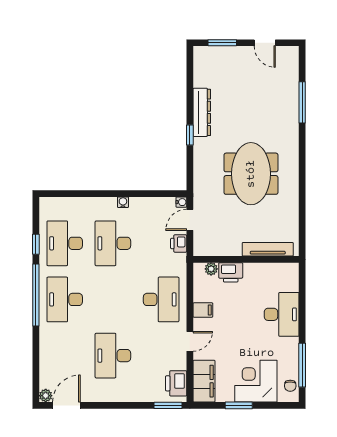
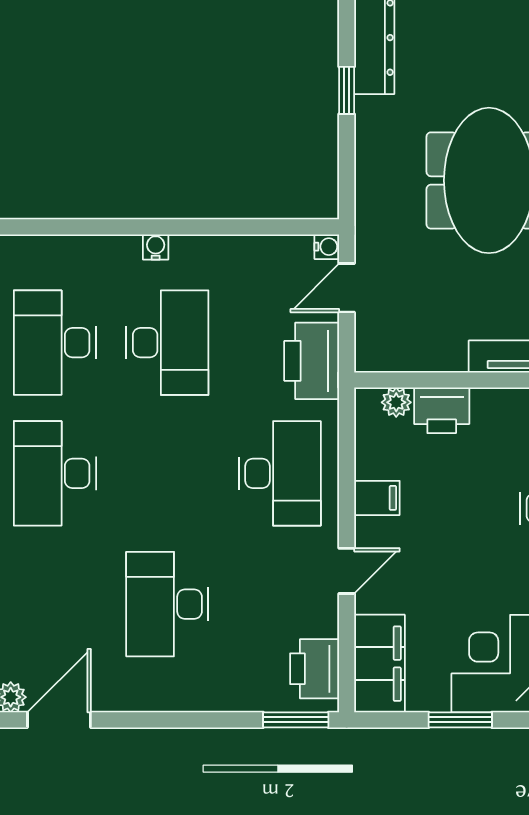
water cooler: (123, 202) -> (156, 247), moved
desk: (113, 243) -> (167, 343), turned 180
printer: (179, 243) -> (312, 361), width x1.87, depth x1.48

